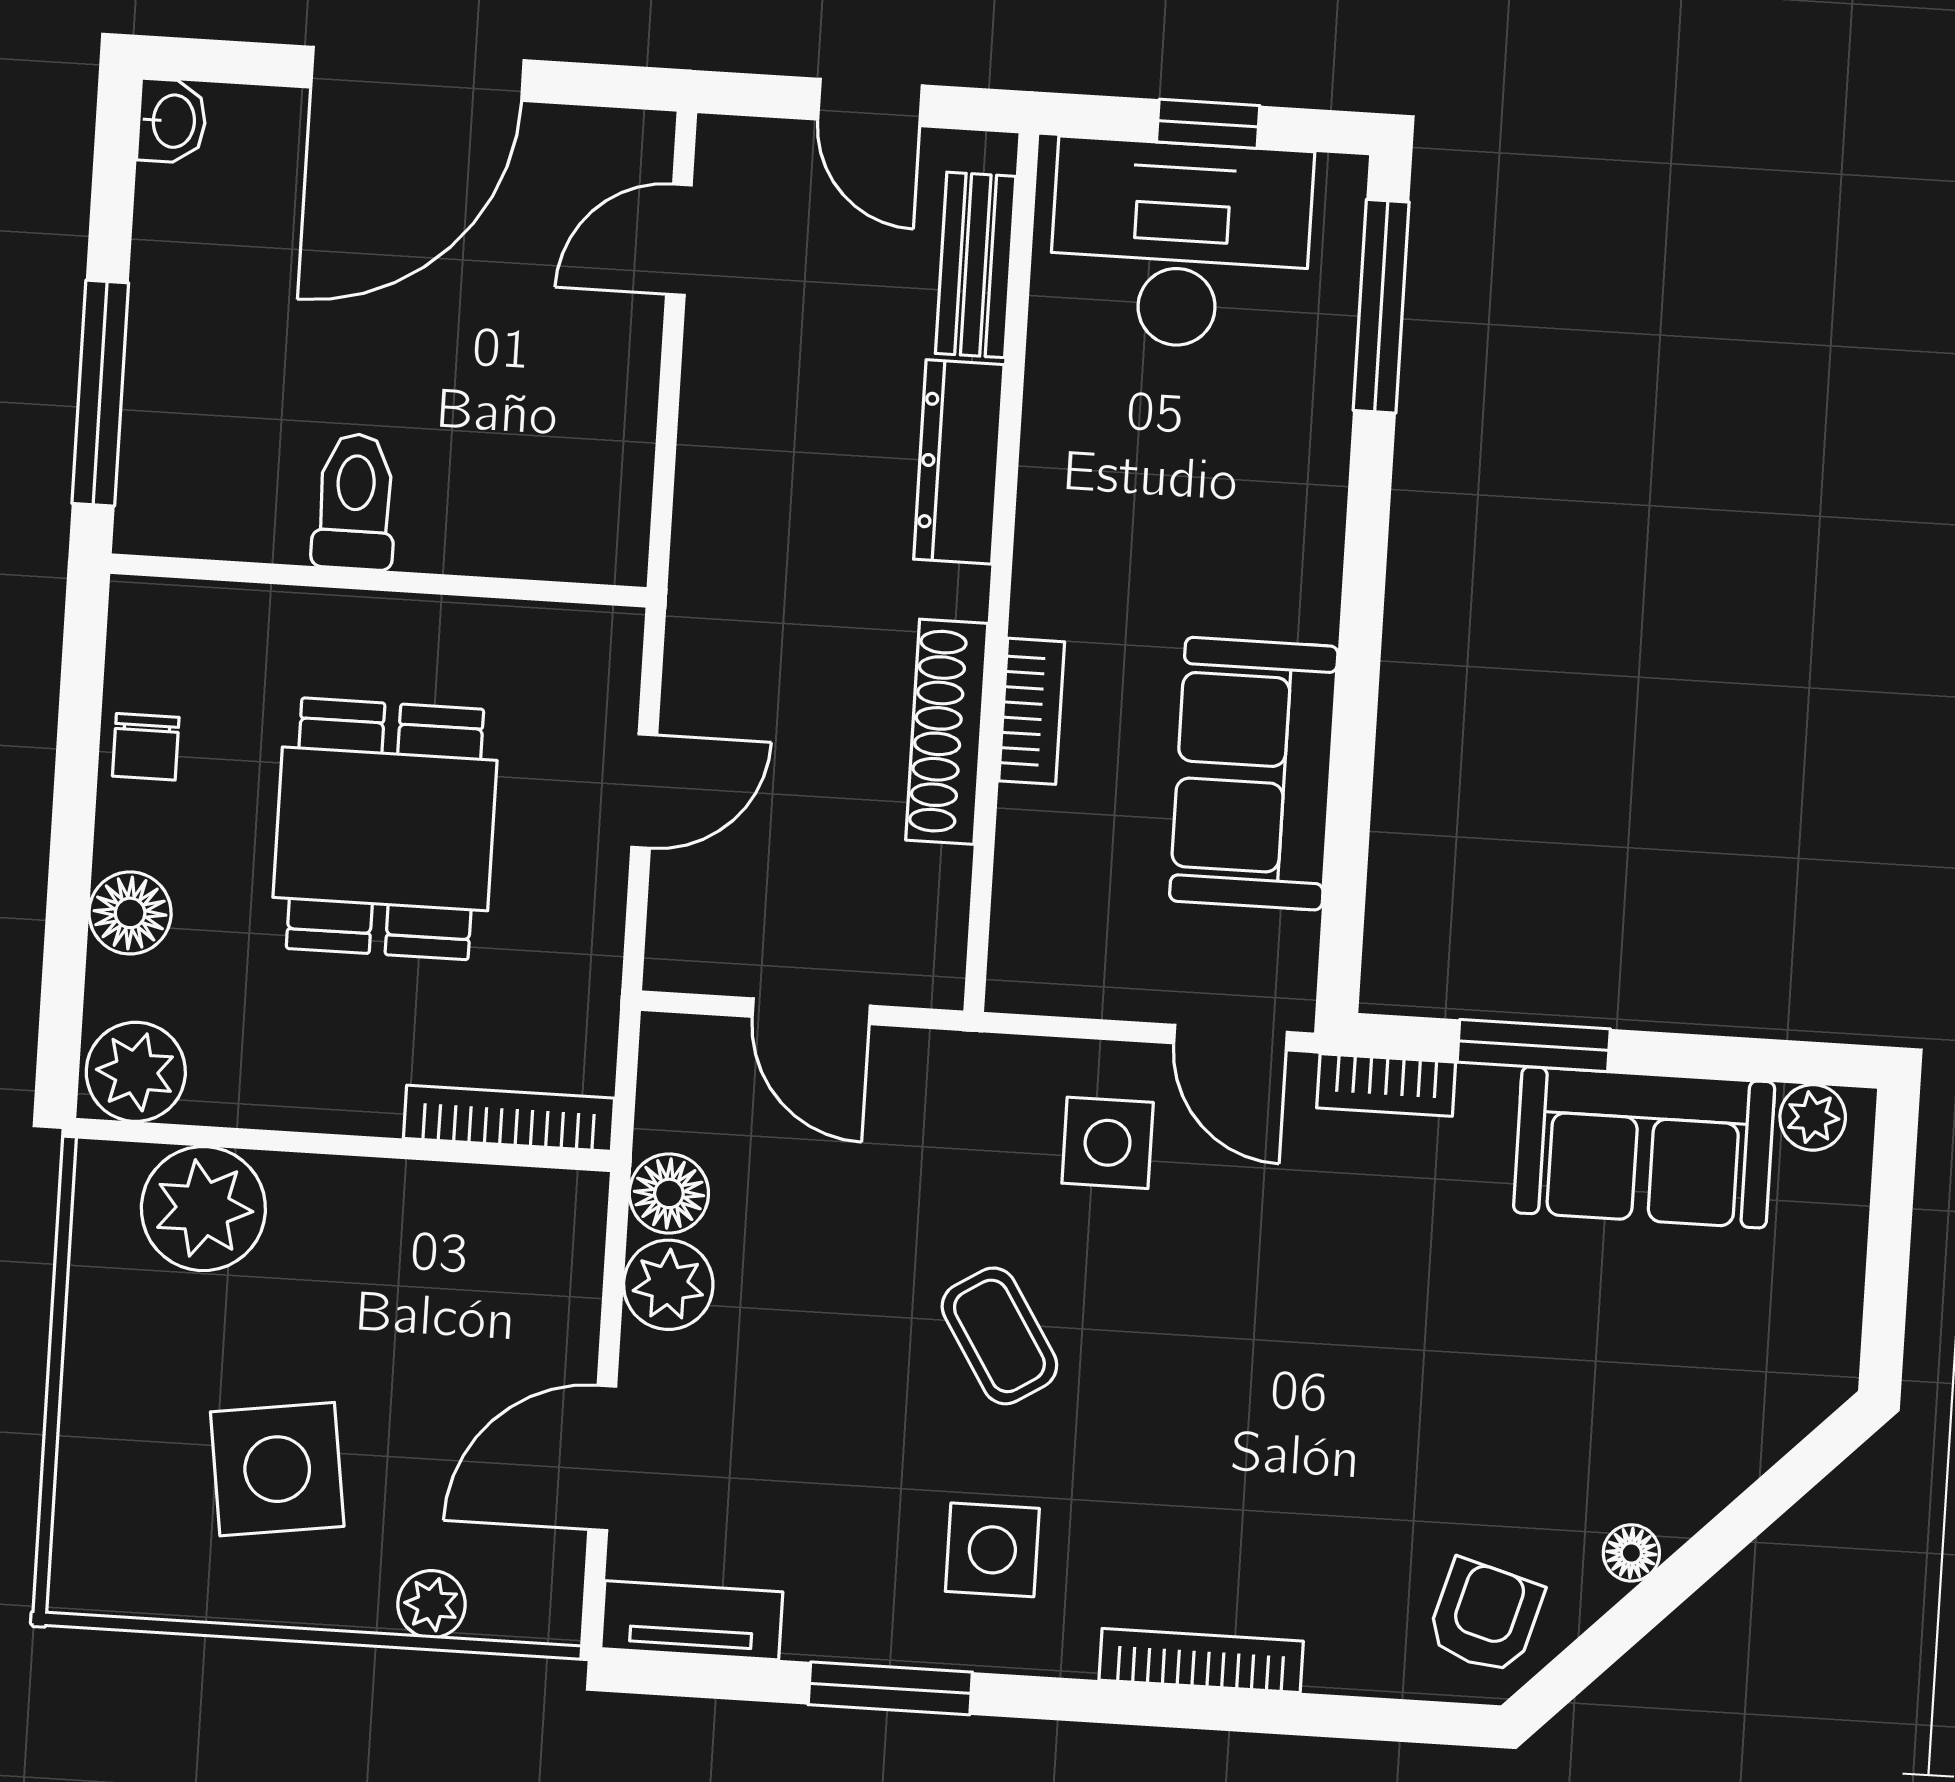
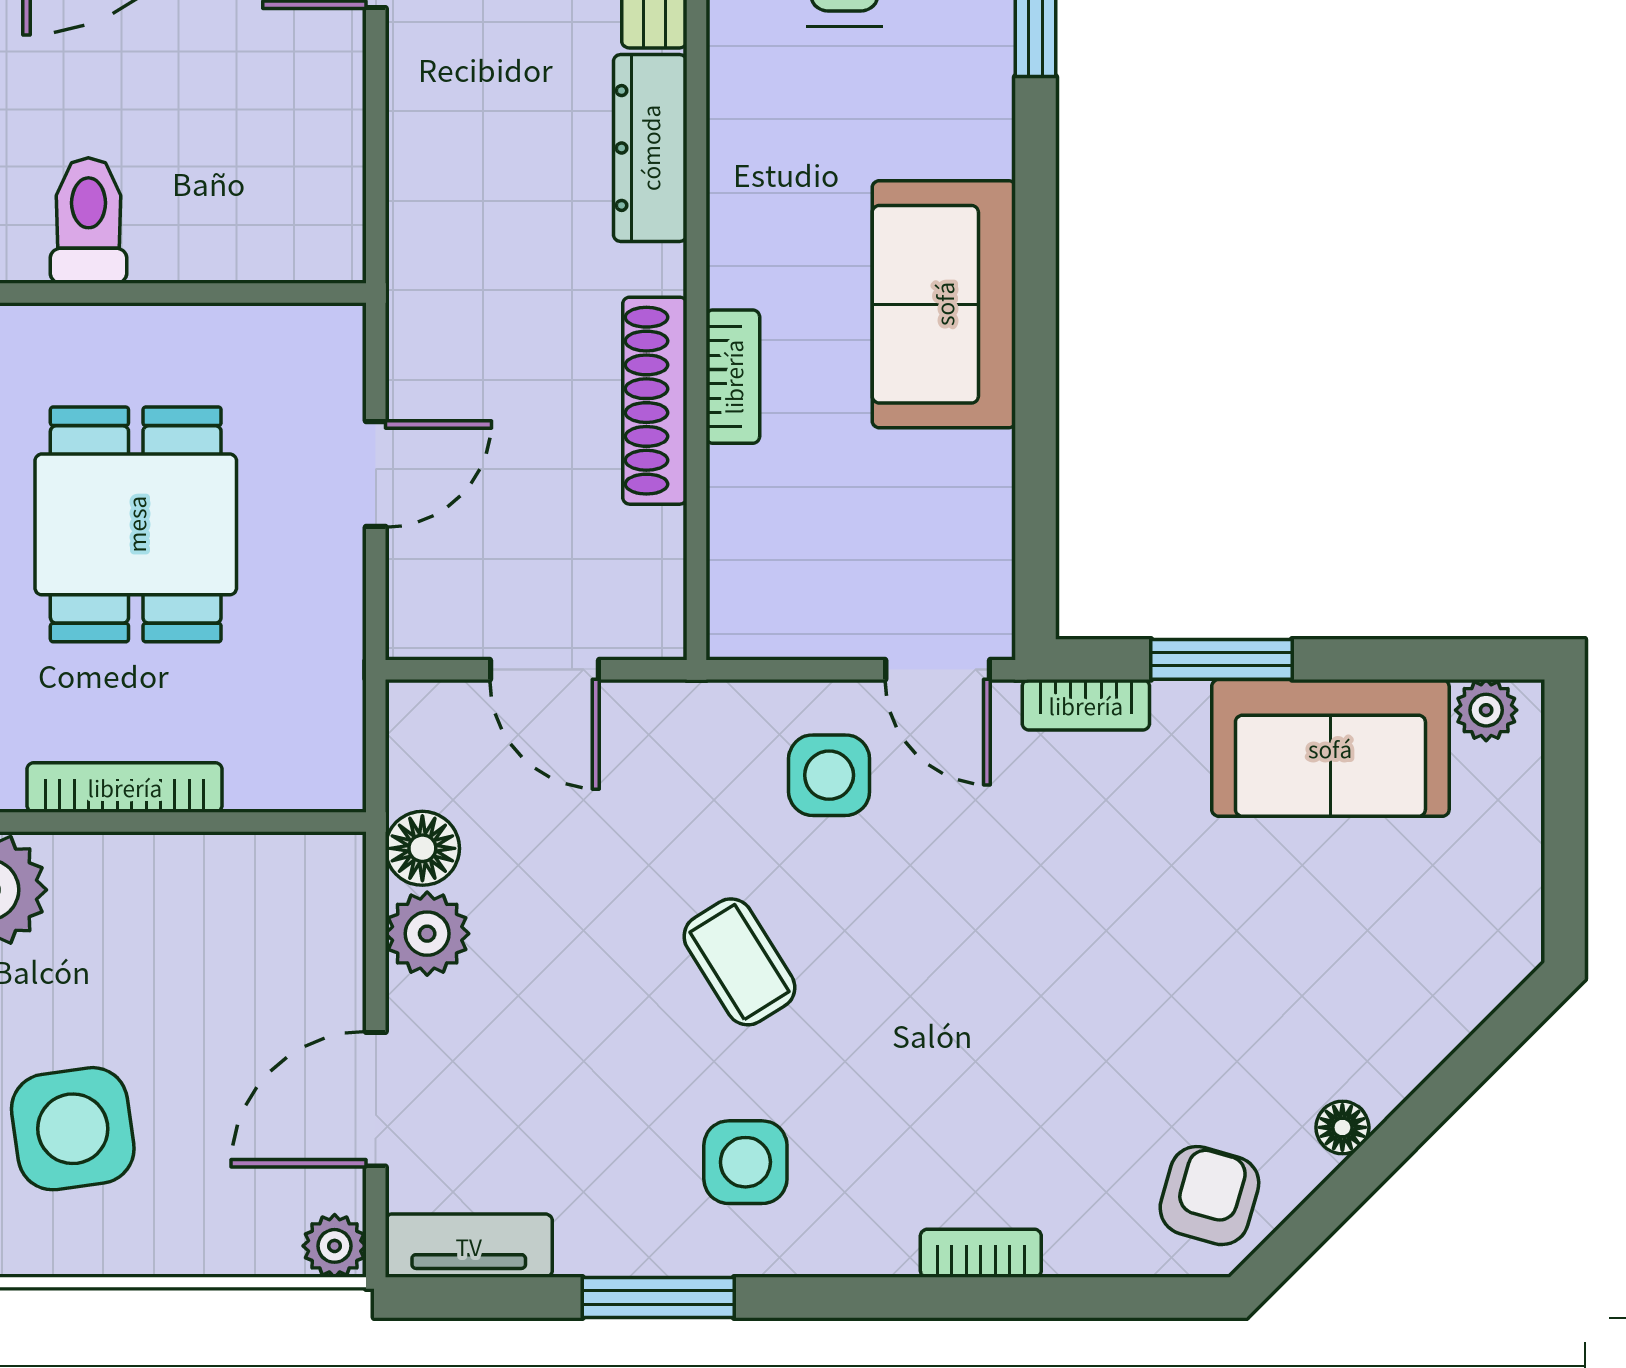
sofa: (1254, 774) -> (944, 304), moved
bookcase: (509, 1118) -> (125, 787), moved
plant: (432, 1604) -> (335, 1246), moved
bookcase: (1201, 1661) -> (981, 1253), width x0.64

